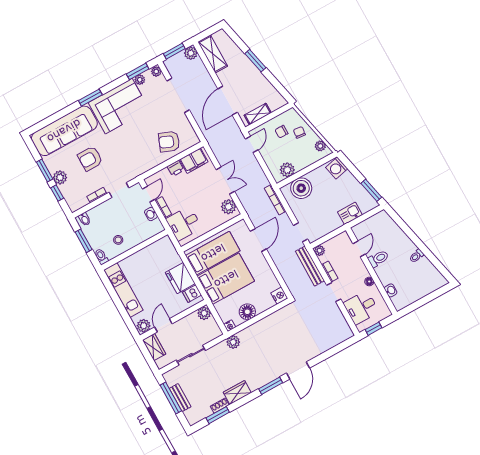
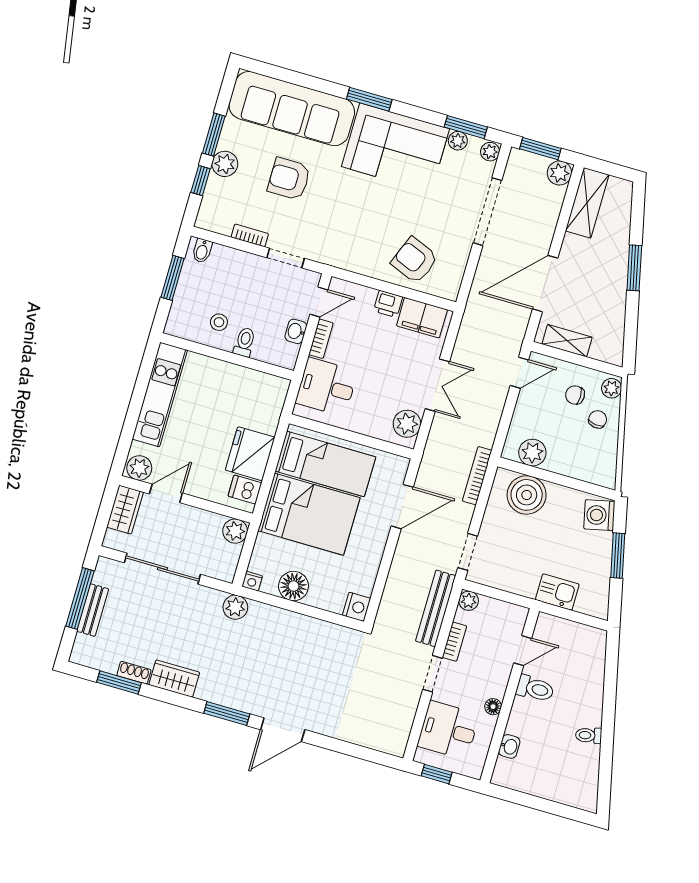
plant: (320, 146) -> (612, 388), moved
window: (371, 190) -> (618, 555), moved
toilet: (101, 257) -> (245, 342), moved
sliding door: (191, 355) -> (162, 569), width x1.37

